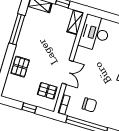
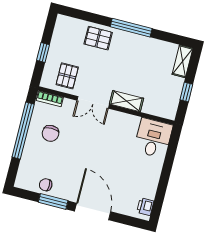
shelving: (75, 22) -> (127, 101), moved
window: (17, 29) -> (131, 28), moved
desk: (95, 33) -> (153, 138), width x0.73

